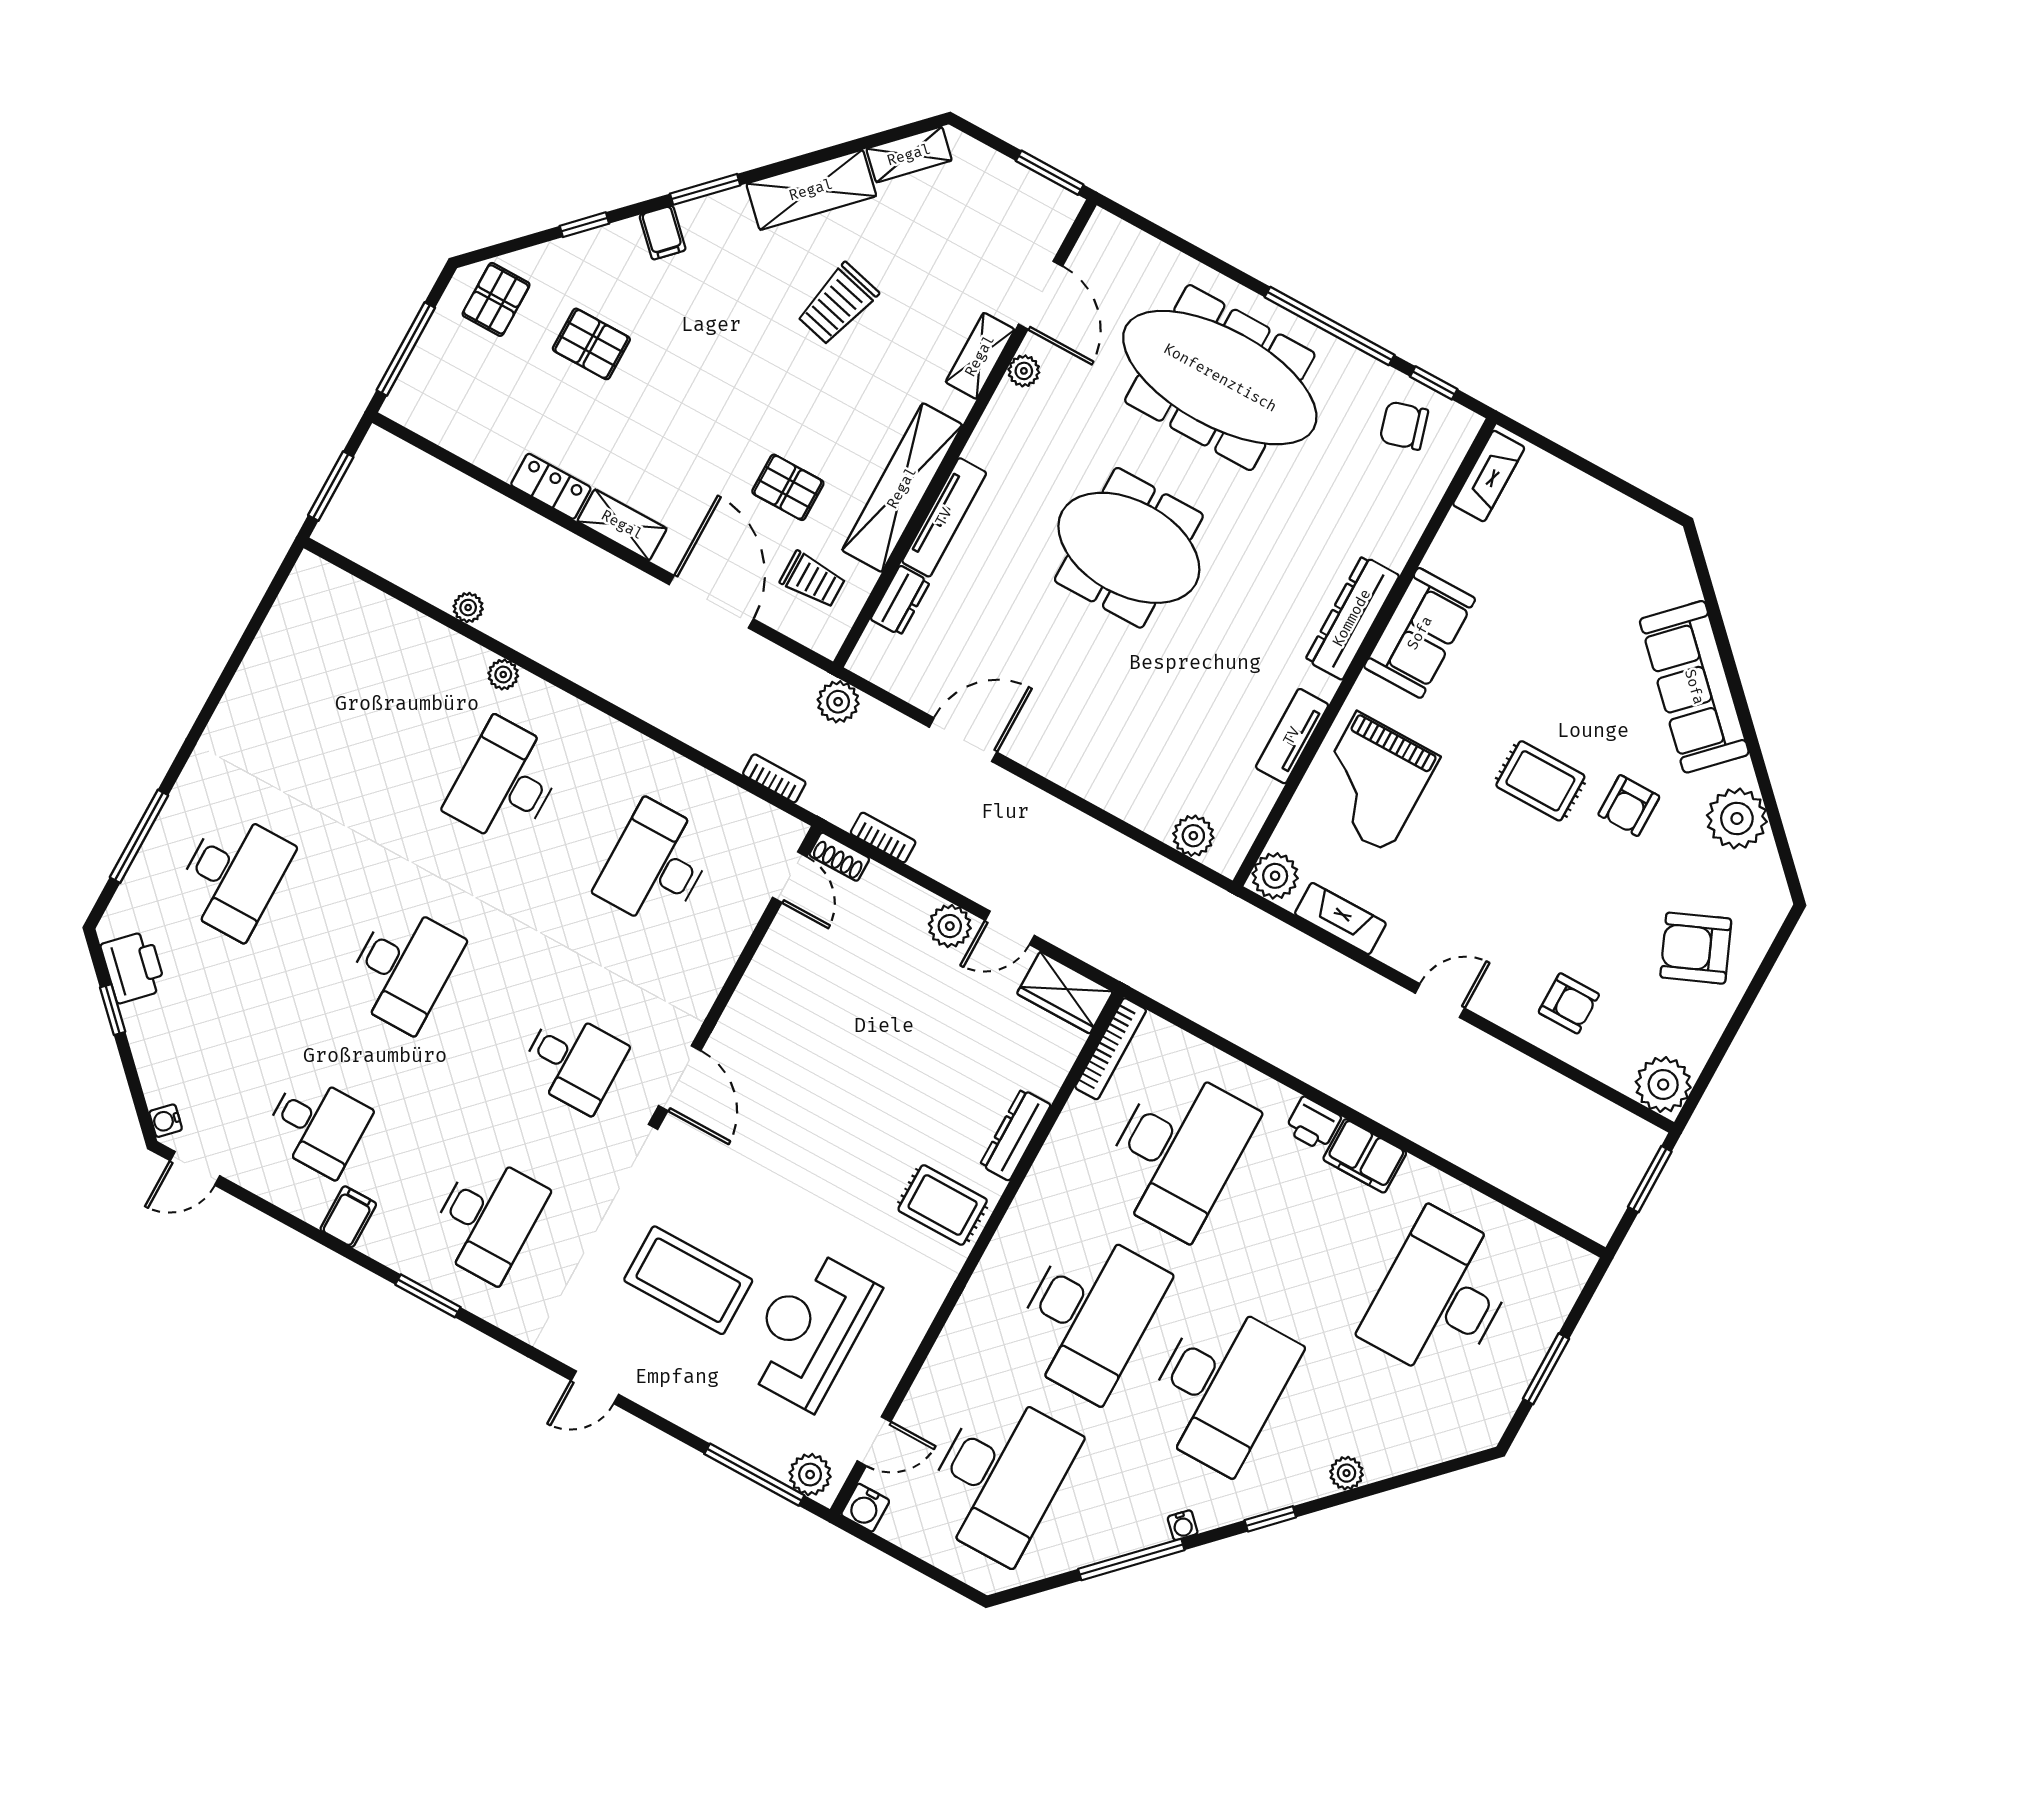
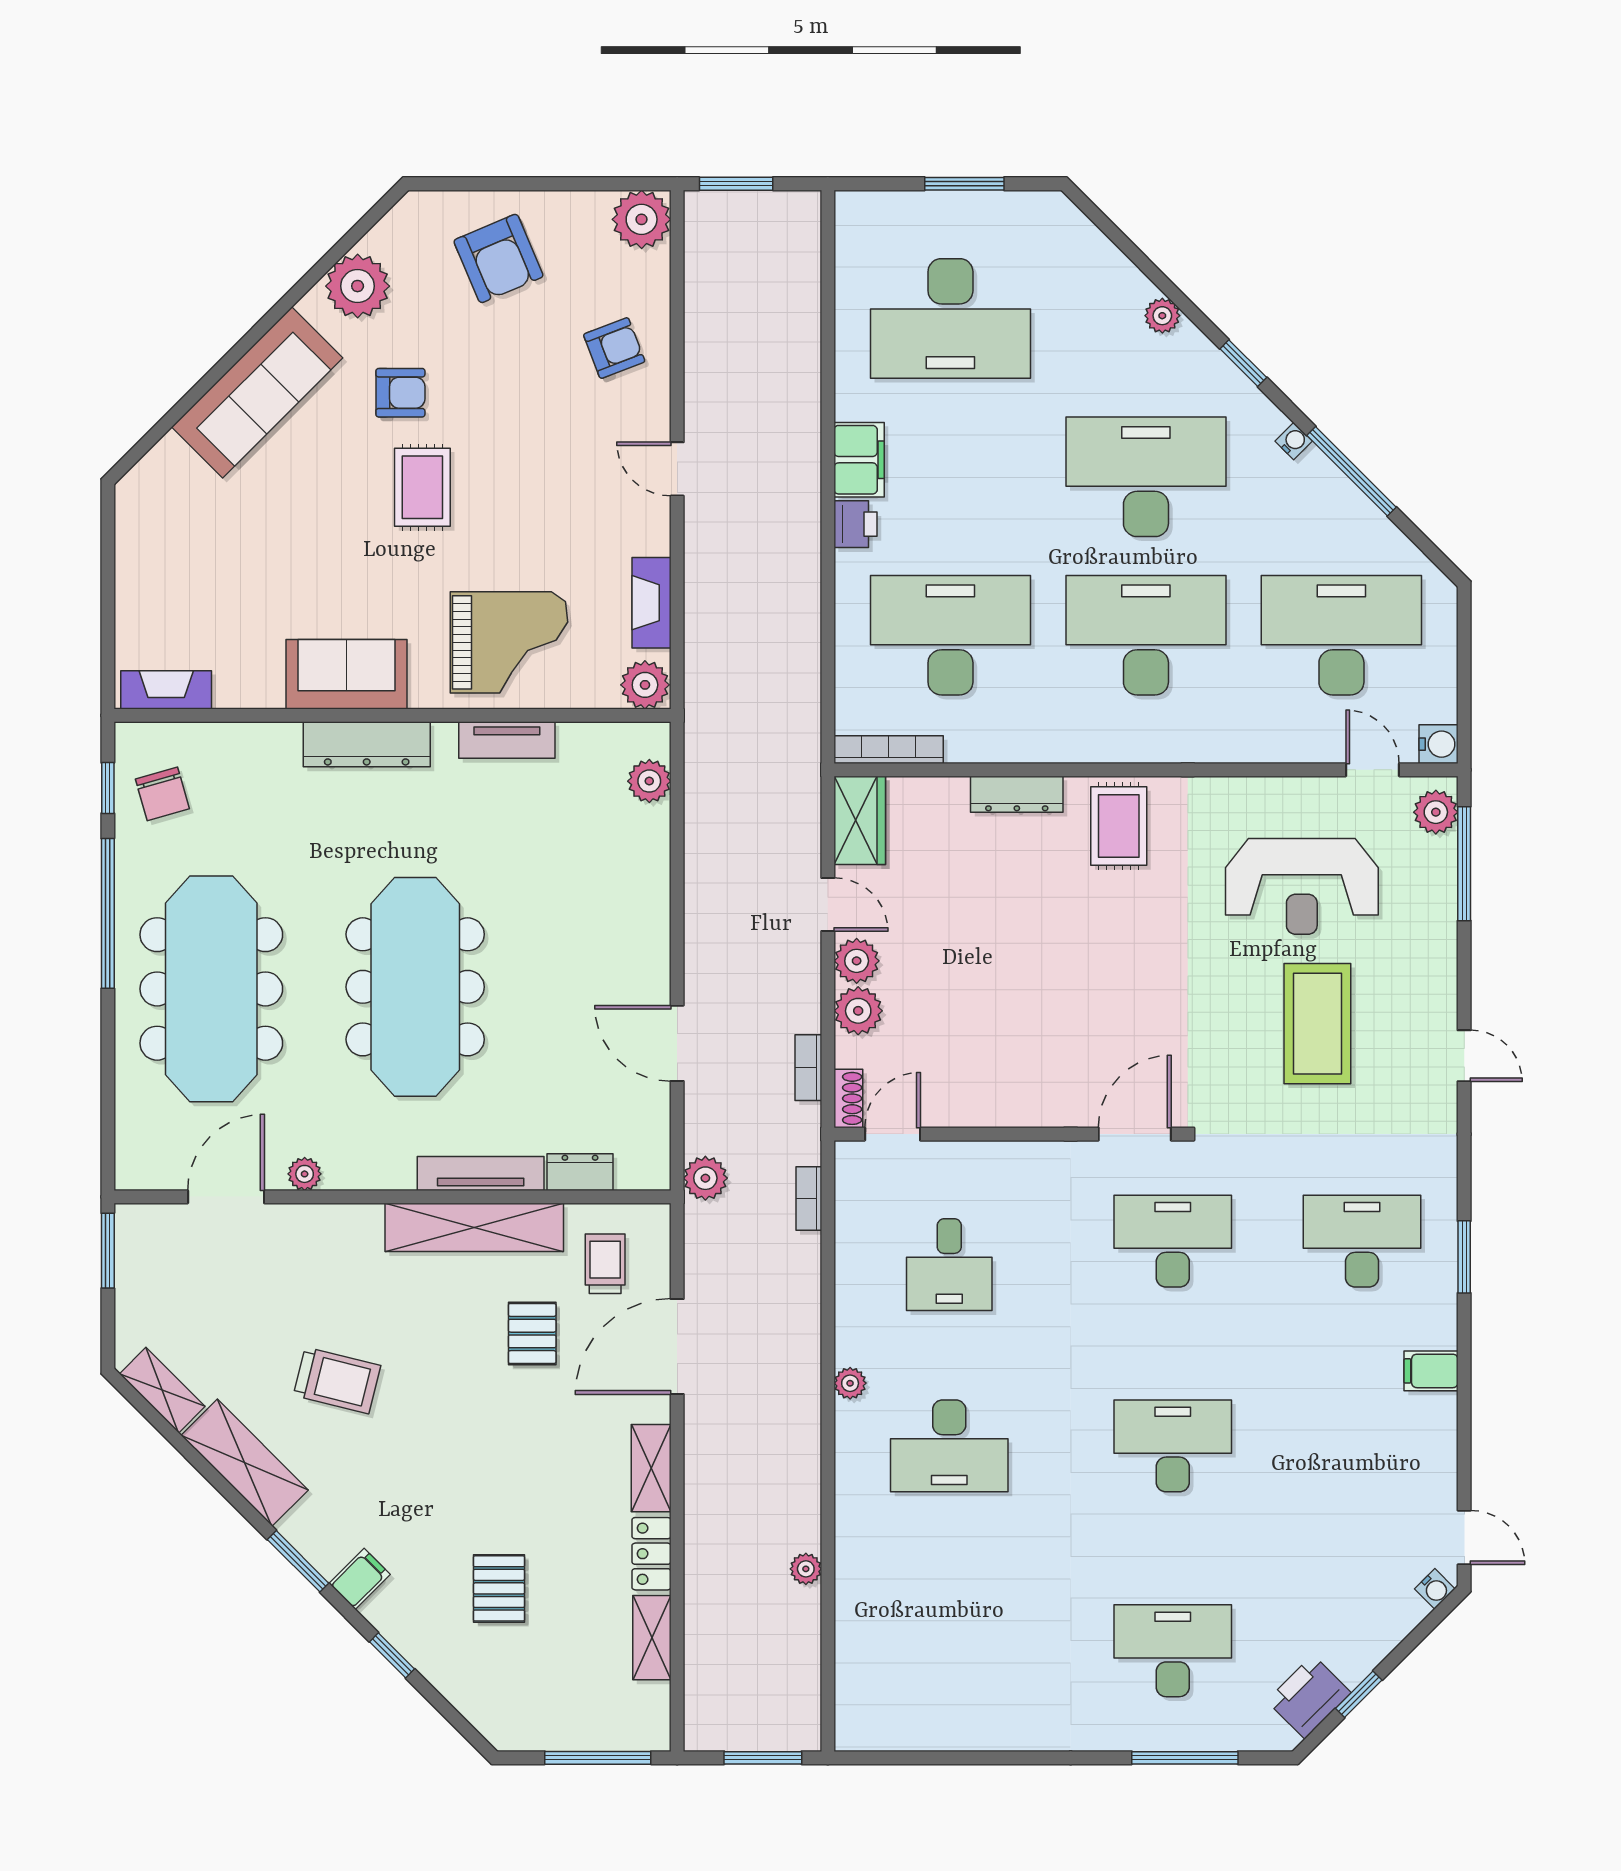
pallet: (496, 299) -> (506, 1699), removed
shelving: (980, 356) -> (652, 1638), moved, turned 90
meeting table: (1129, 548) -> (415, 987), width x1.36
plant: (503, 675) -> (850, 1383), moved
desk: (656, 865) -> (949, 1265), width x0.73
plant: (908, 905) -> (858, 1011), added
armchair: (1569, 1003) -> (614, 348), turned 69
desk: (573, 1061) -> (1173, 1241), width x1.37
desk: (317, 1125) -> (1362, 1446), removed

